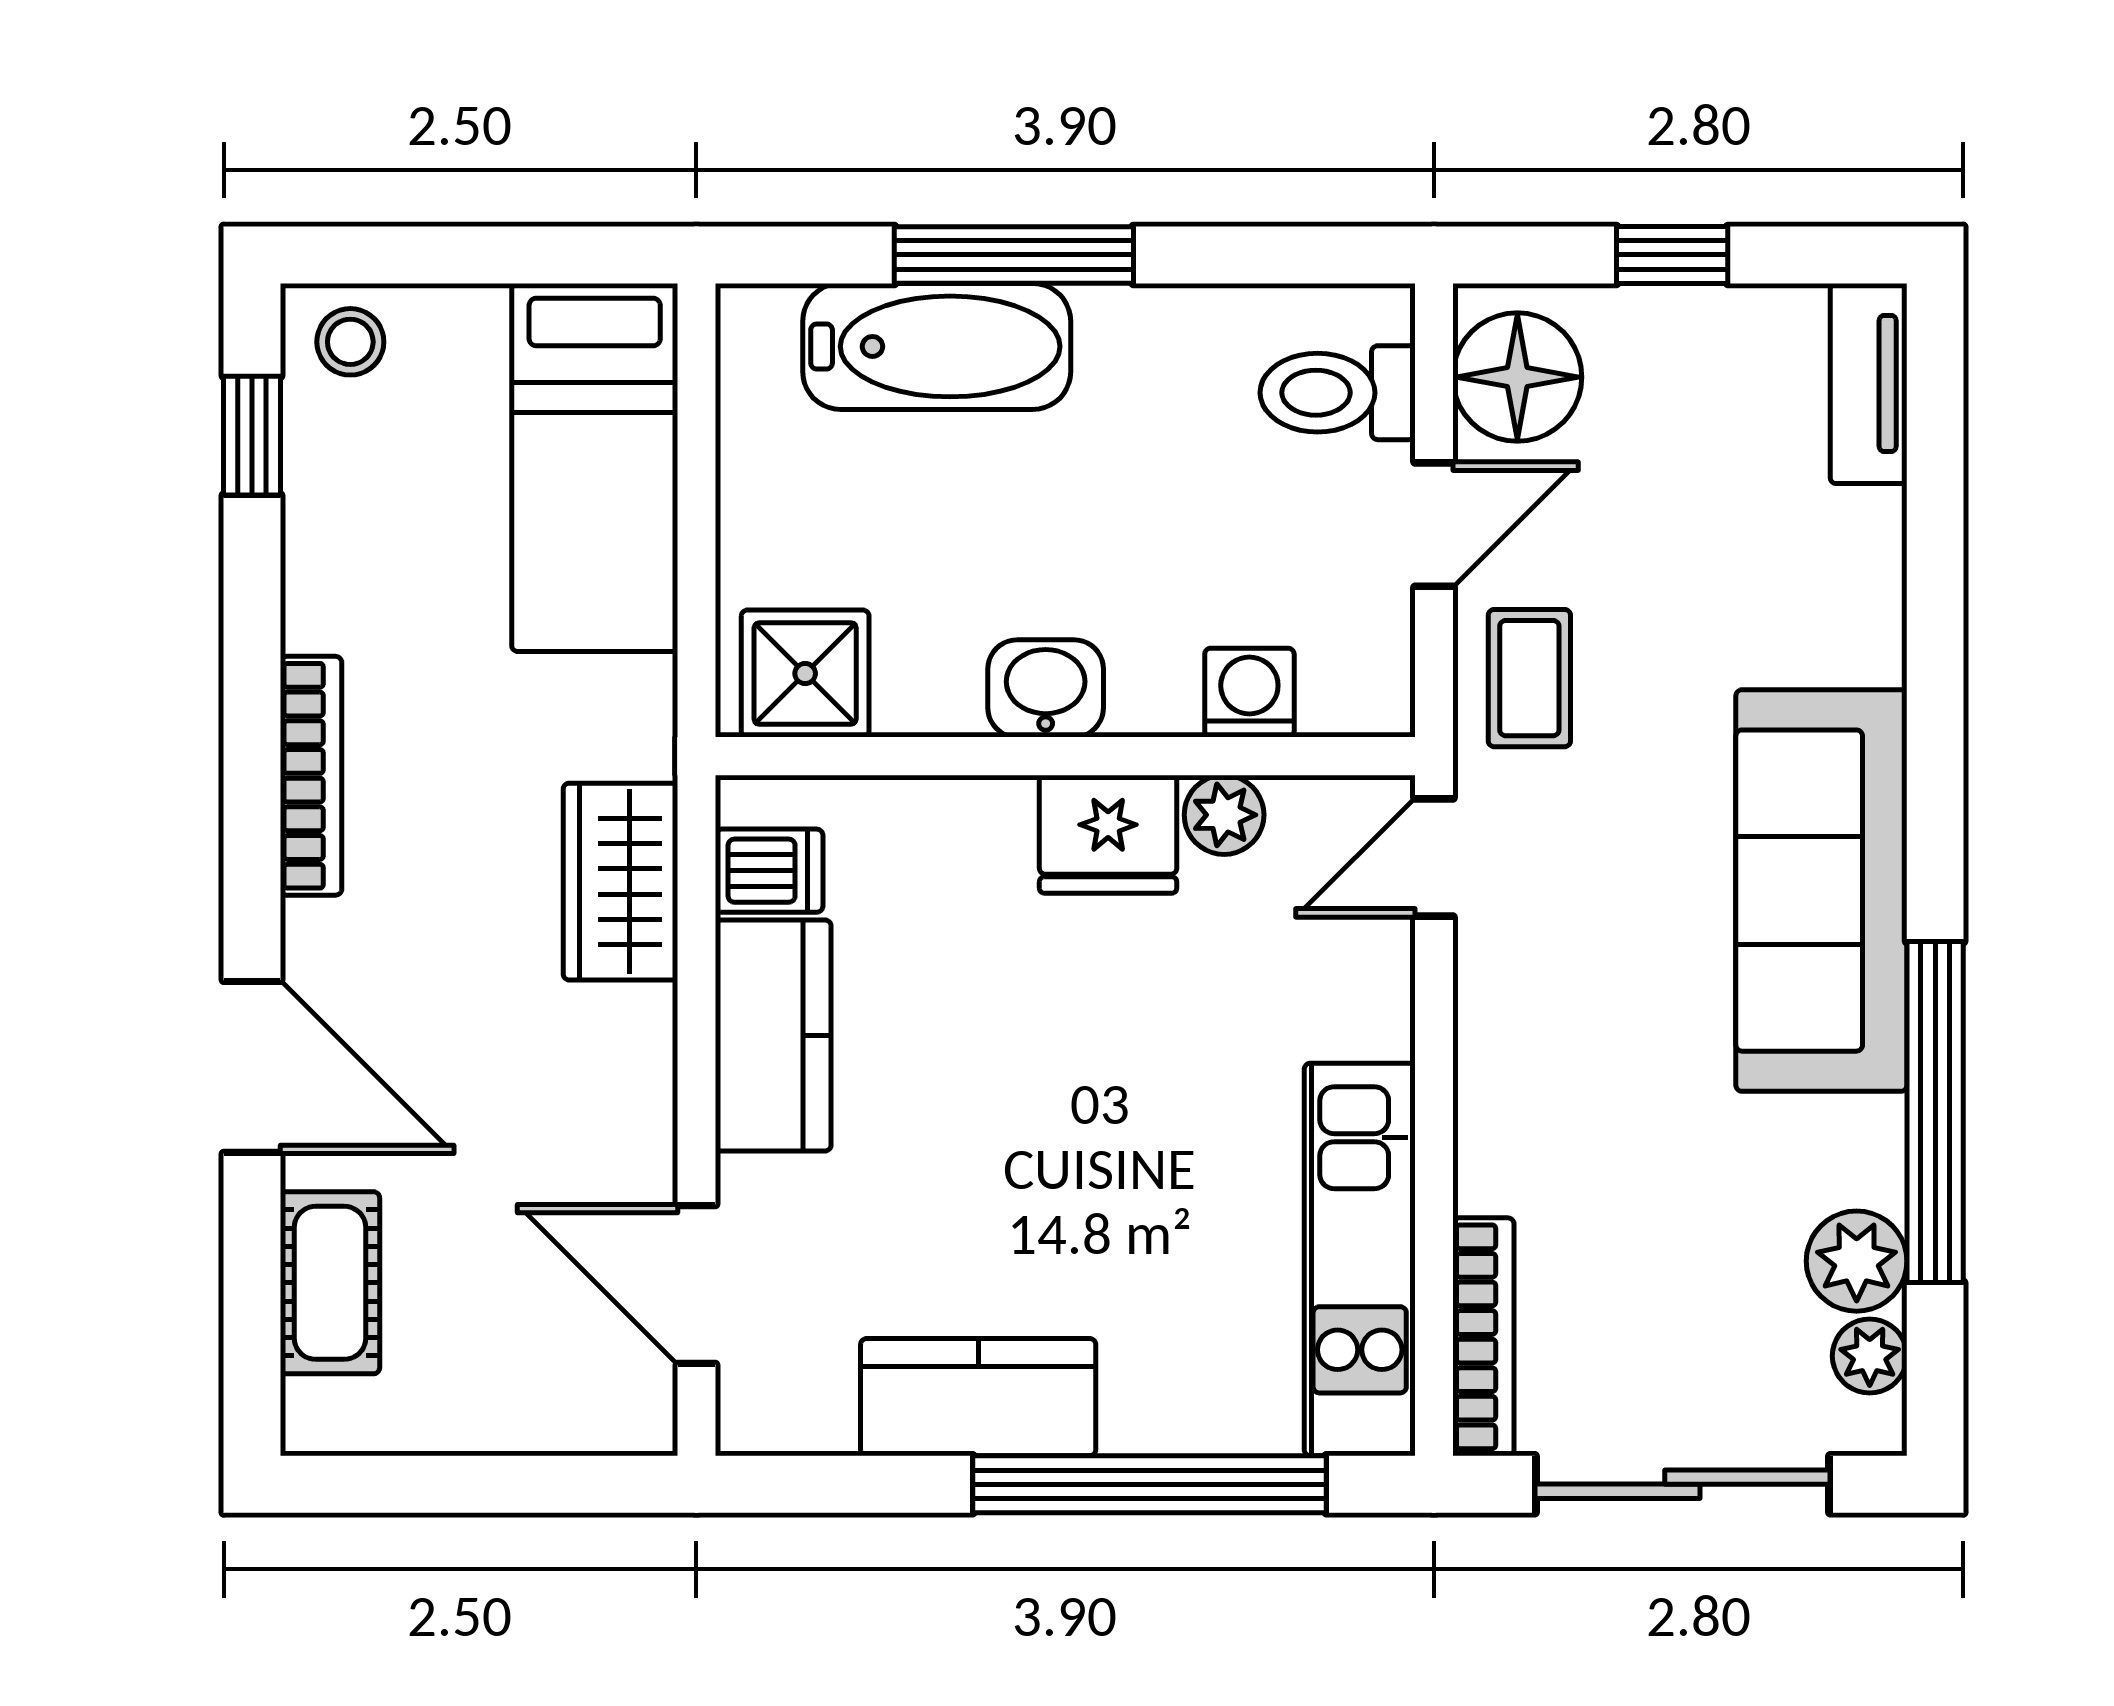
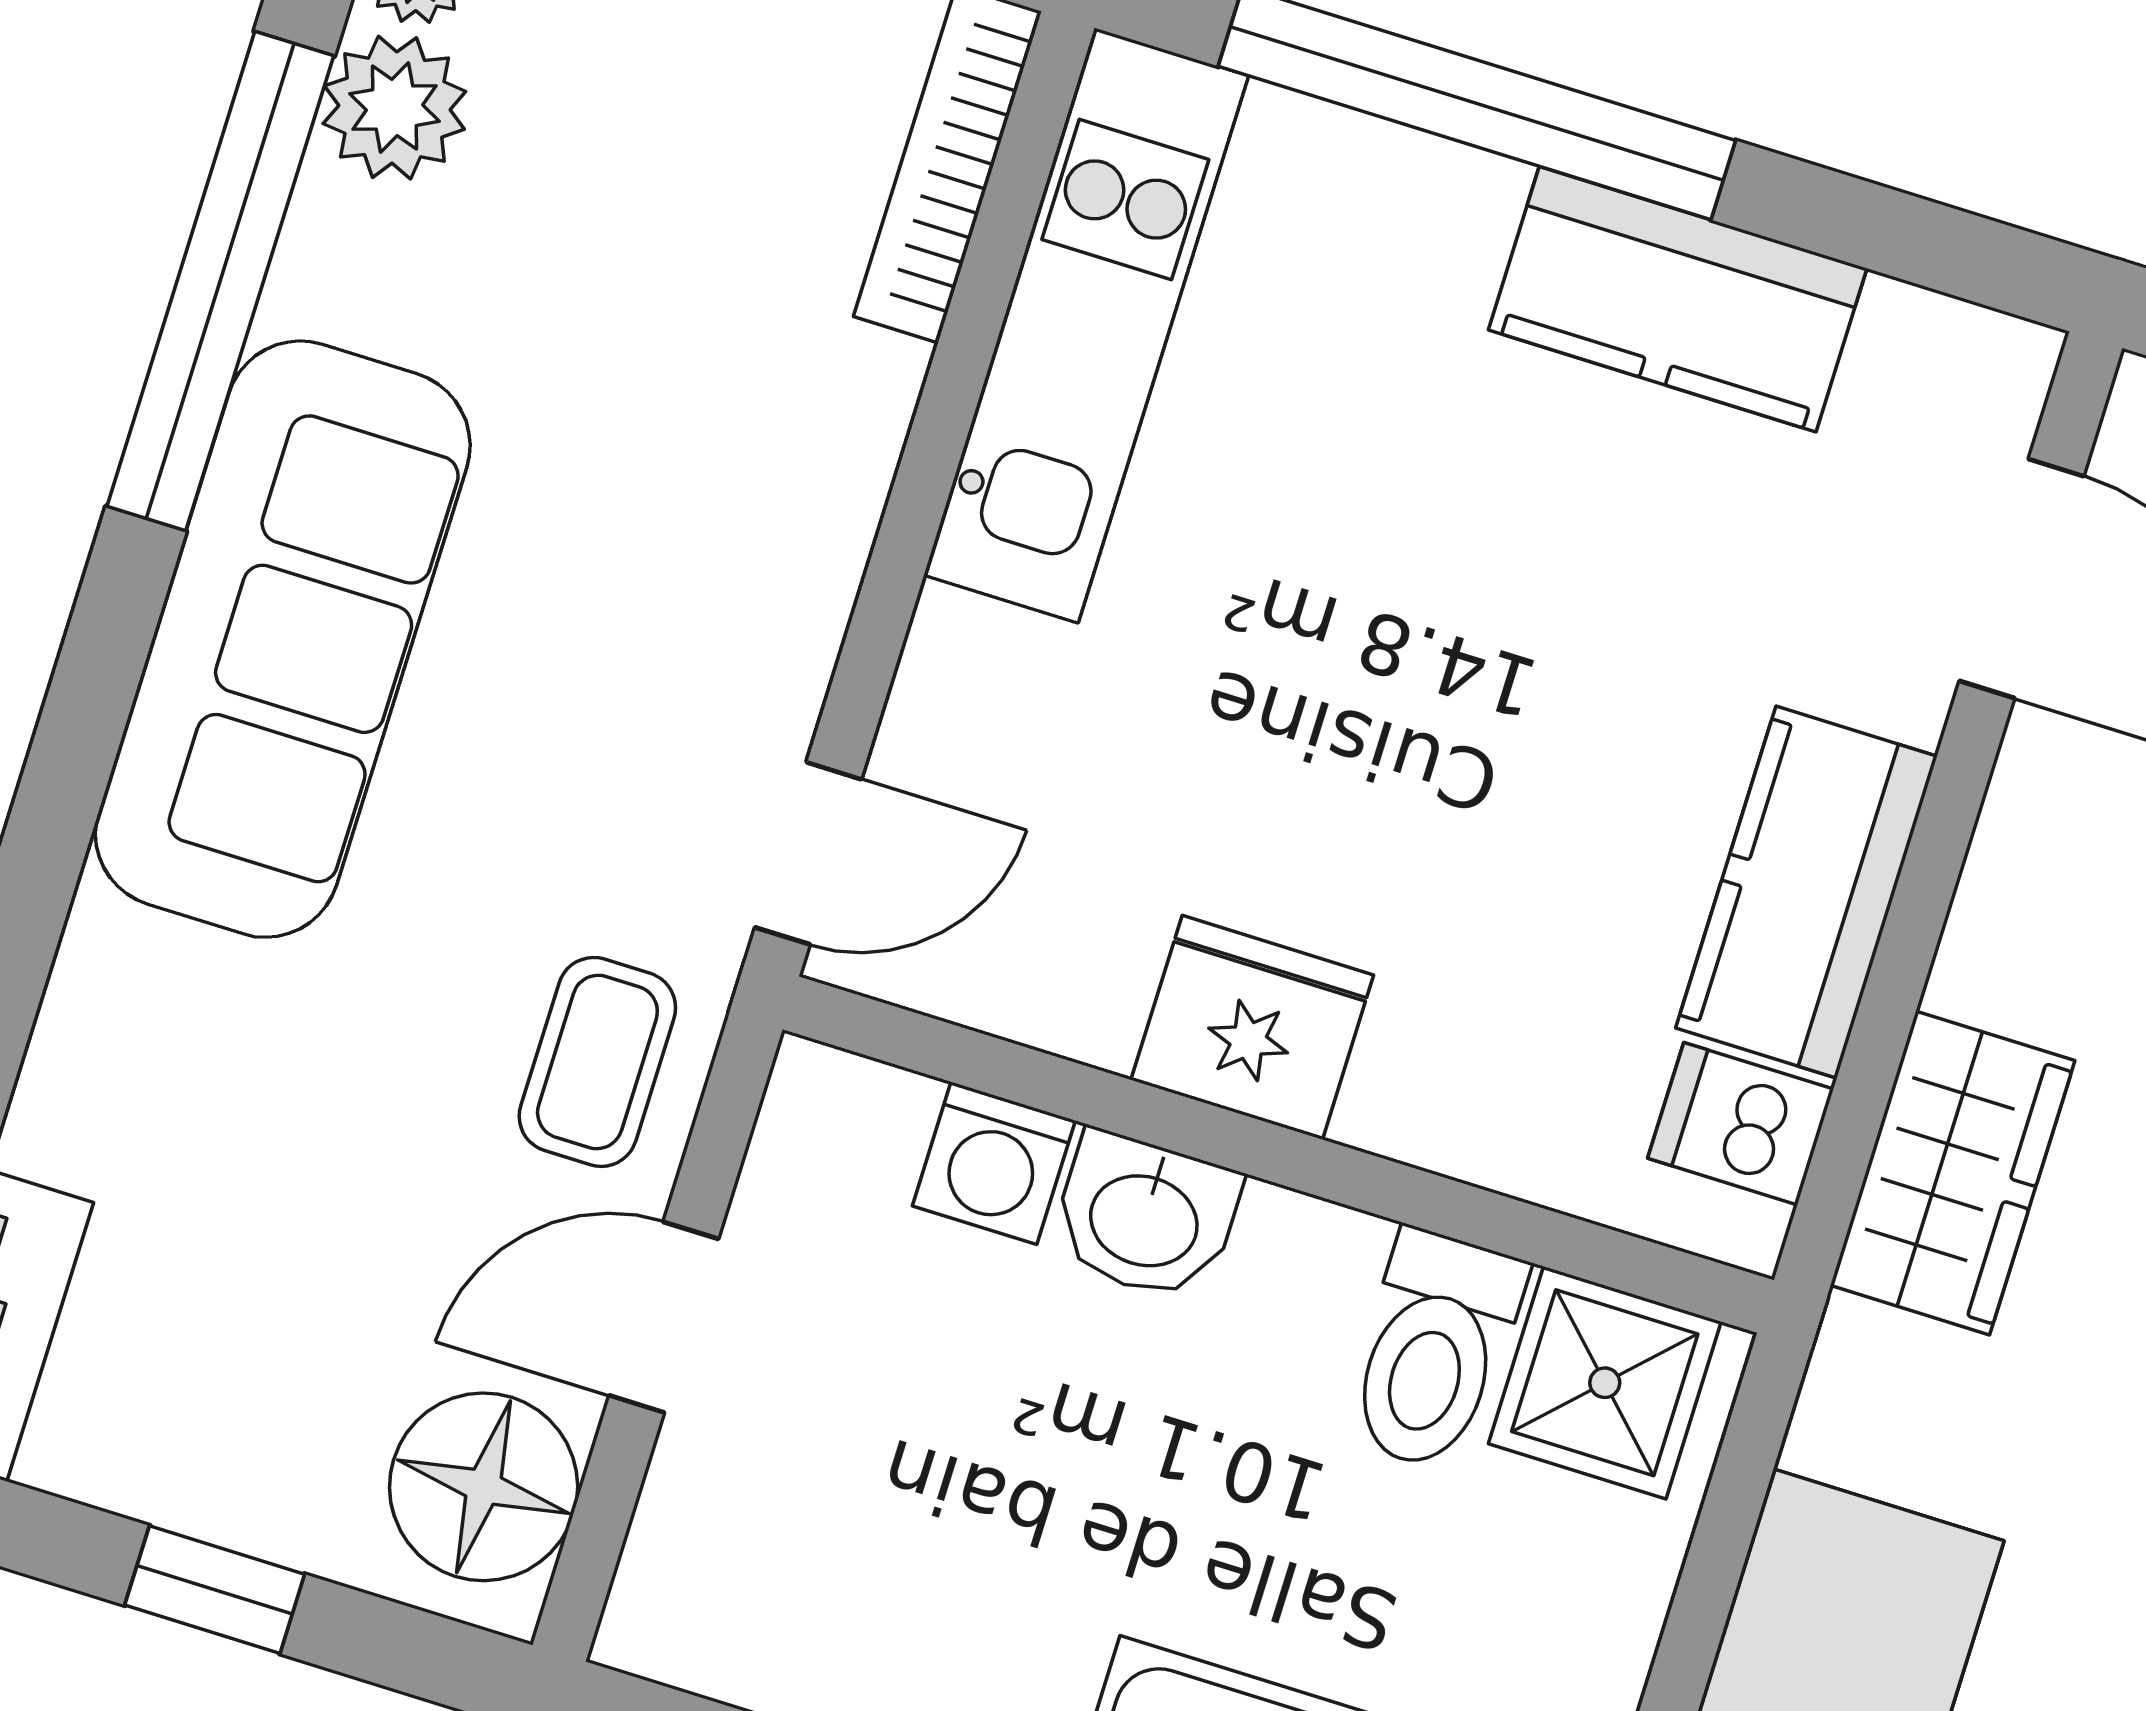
toilet: (1338, 393) -> (1434, 1351), moved, turned 90
washbasin: (1046, 688) -> (1145, 1217), moved
plant: (1224, 815) -> (1082, 1004), removed

